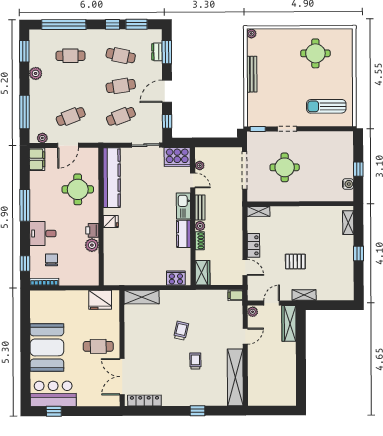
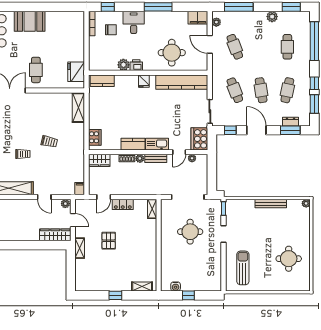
kitchen counter: (110, 270) -> (102, 81), added
booth: (47, 347) -> (30, 21), width x0.73, depth x0.70

